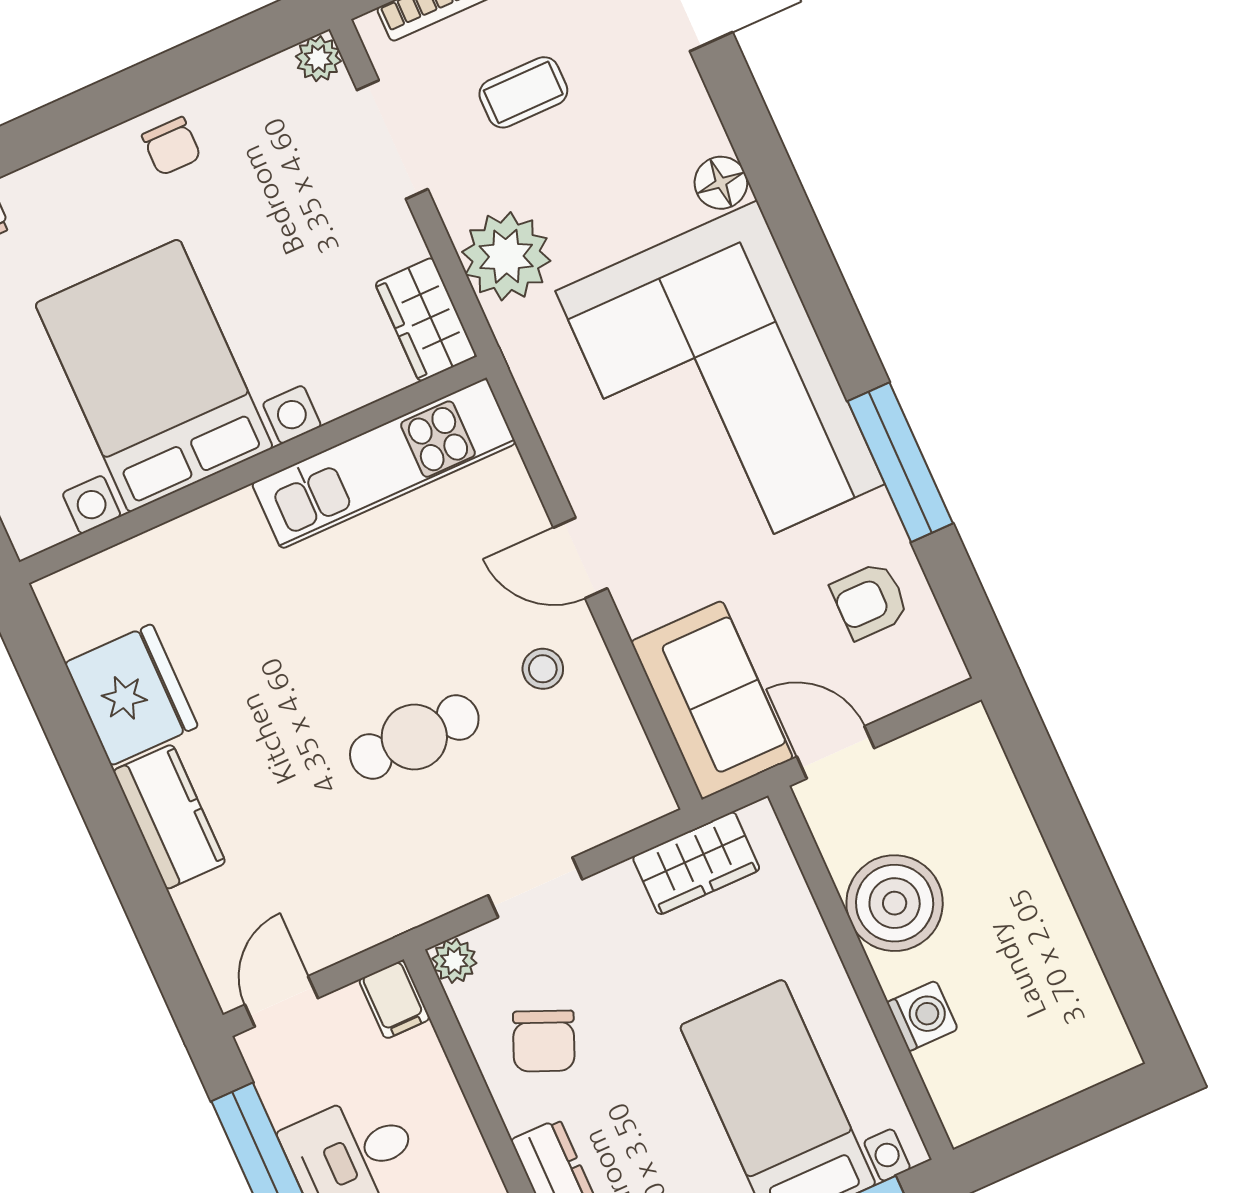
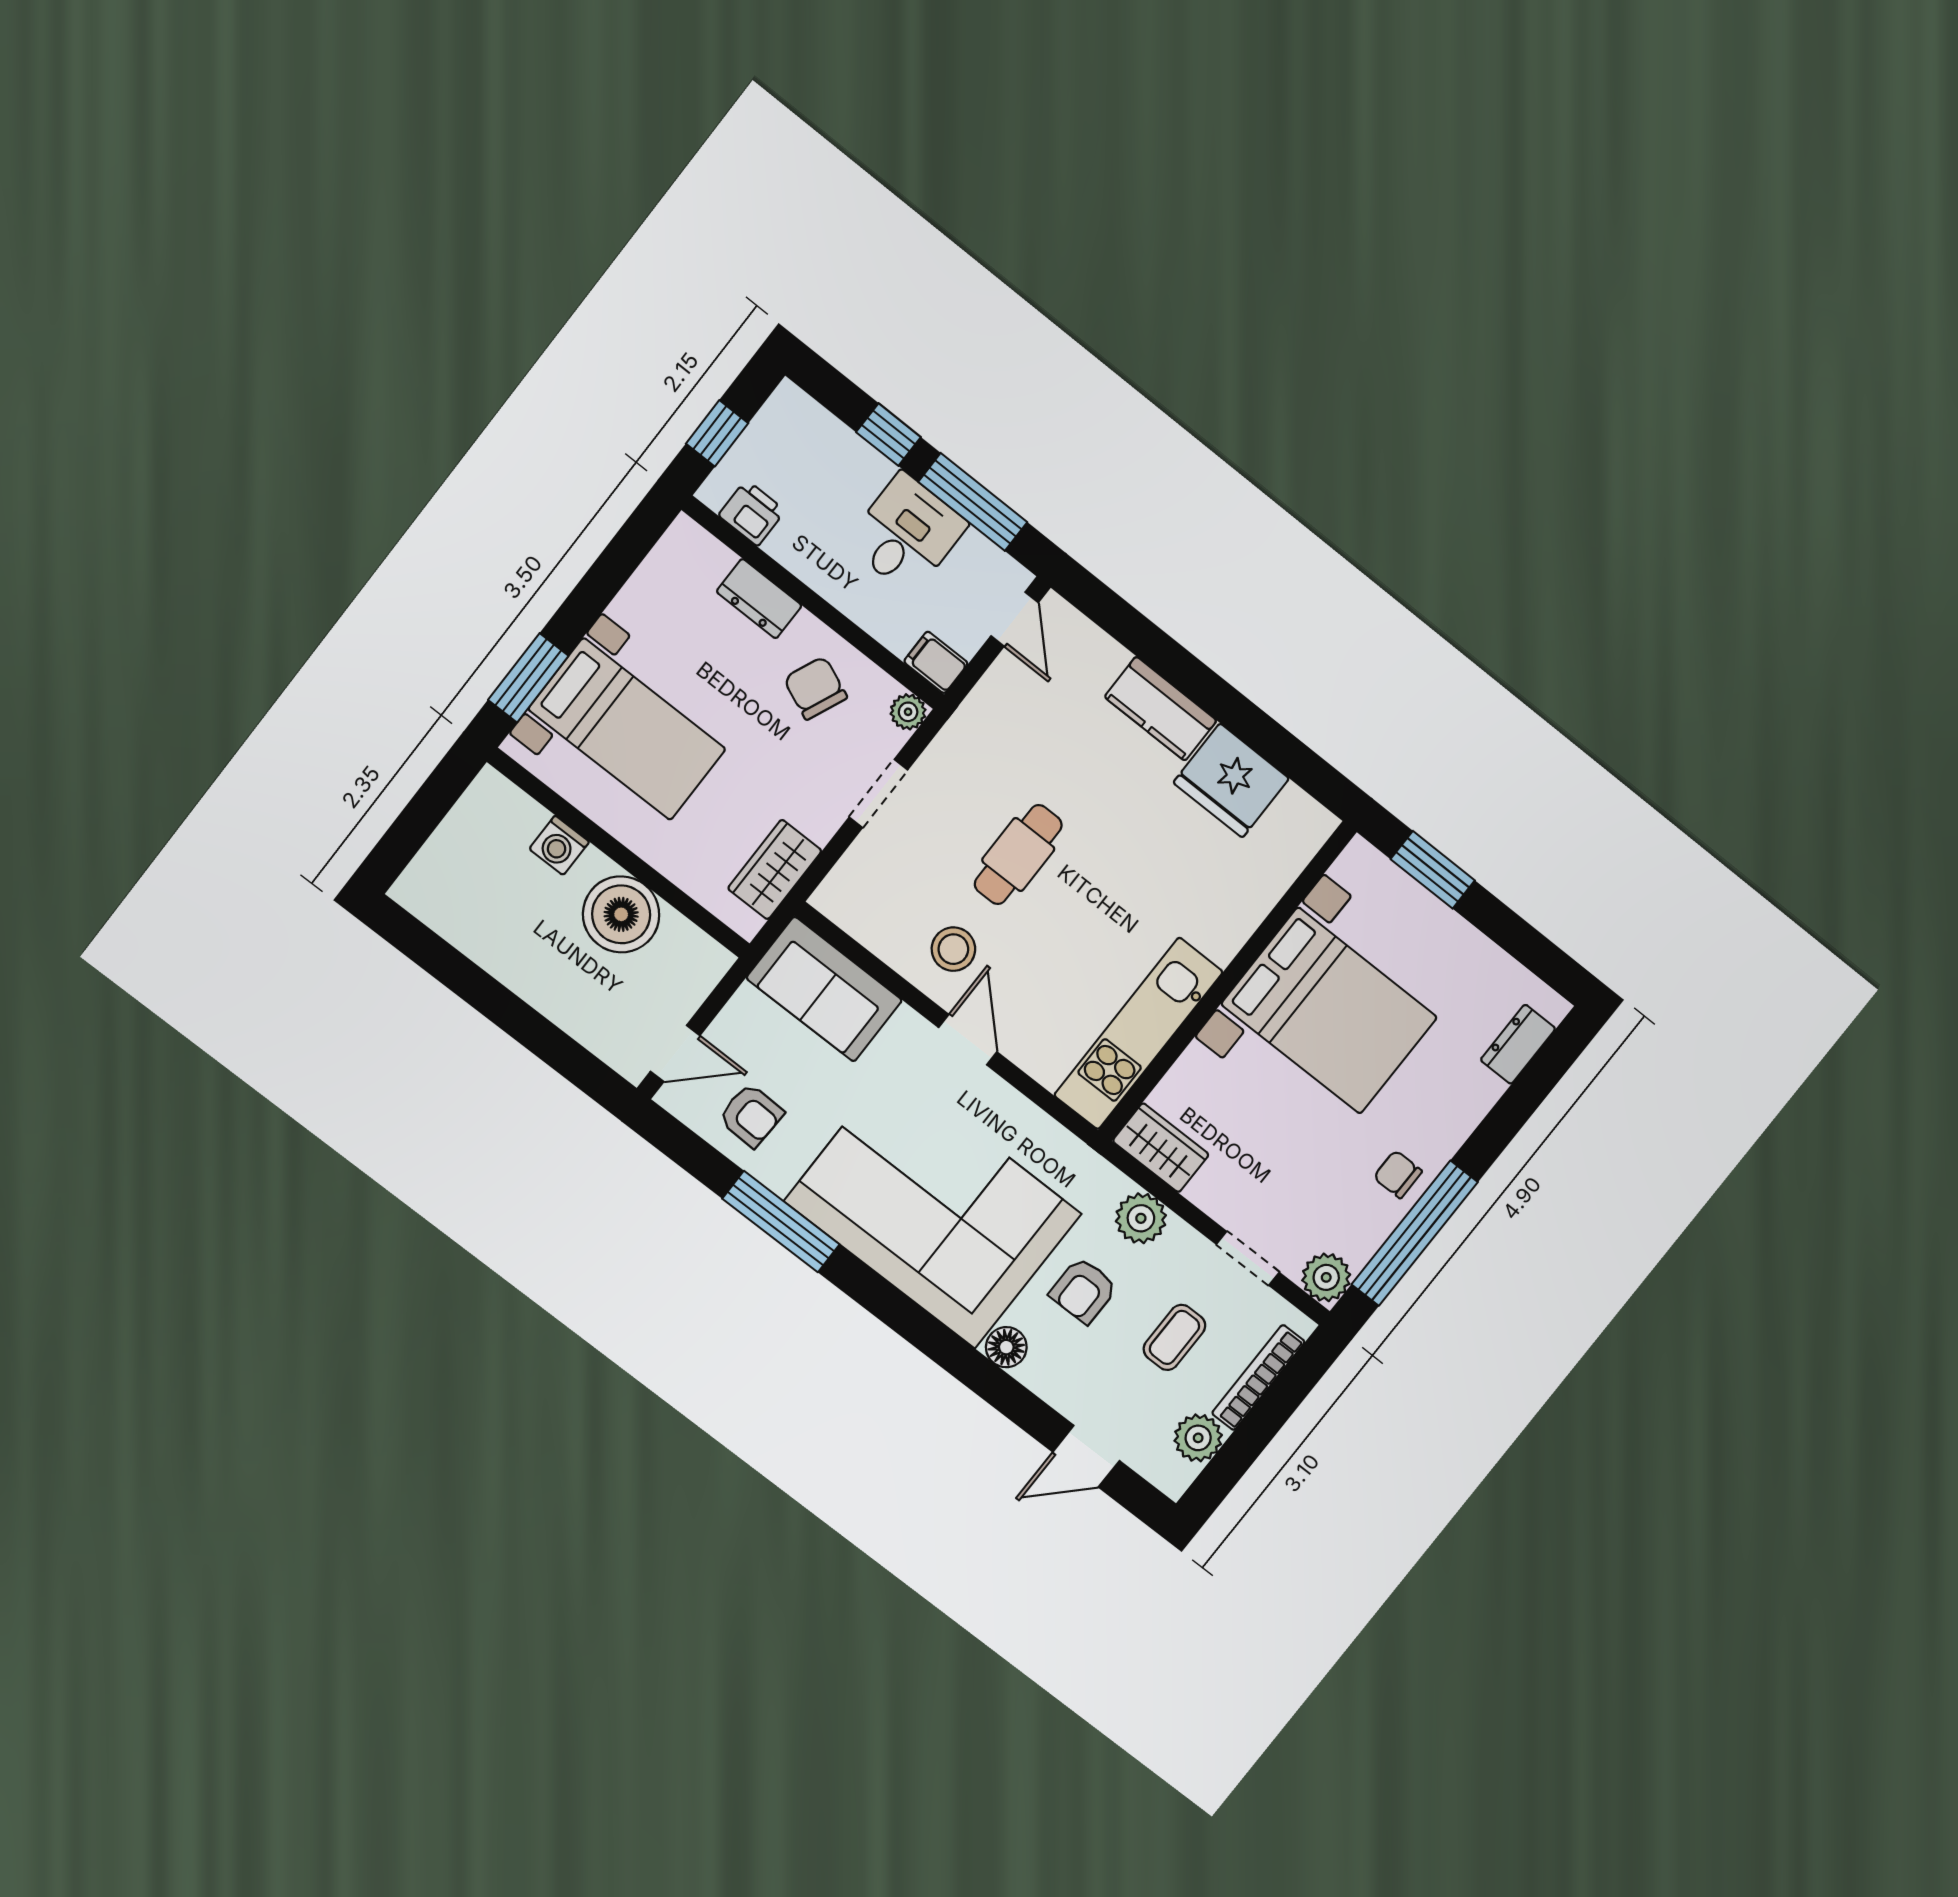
plant: (318, 59) -> (1326, 1277), width x1.38, depth x1.38
window: (187, 68) -> (1415, 1233), added
doorway: (392, 140) -> (1248, 1258), width x0.73
armchair: (599, 202) -> (1083, 1290), added
plant: (506, 256) -> (1141, 1218), width x0.73, depth x0.73
door: (580, 558) -> (968, 1040), hinge flipped
armchair: (870, 601) -> (751, 1115), turned 92
stool: (543, 669) -> (953, 949), width x1.37, depth x1.37
door: (836, 752) -> (675, 1054), moved

